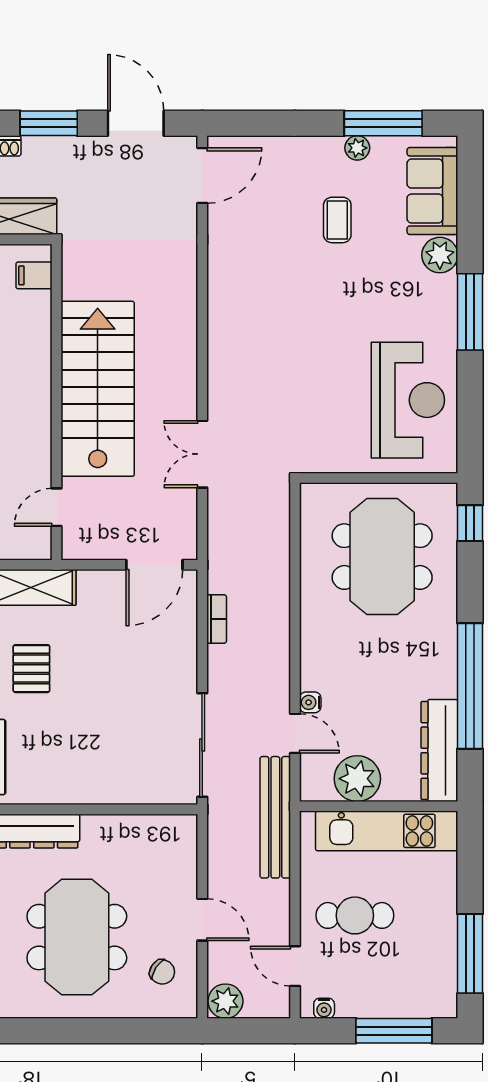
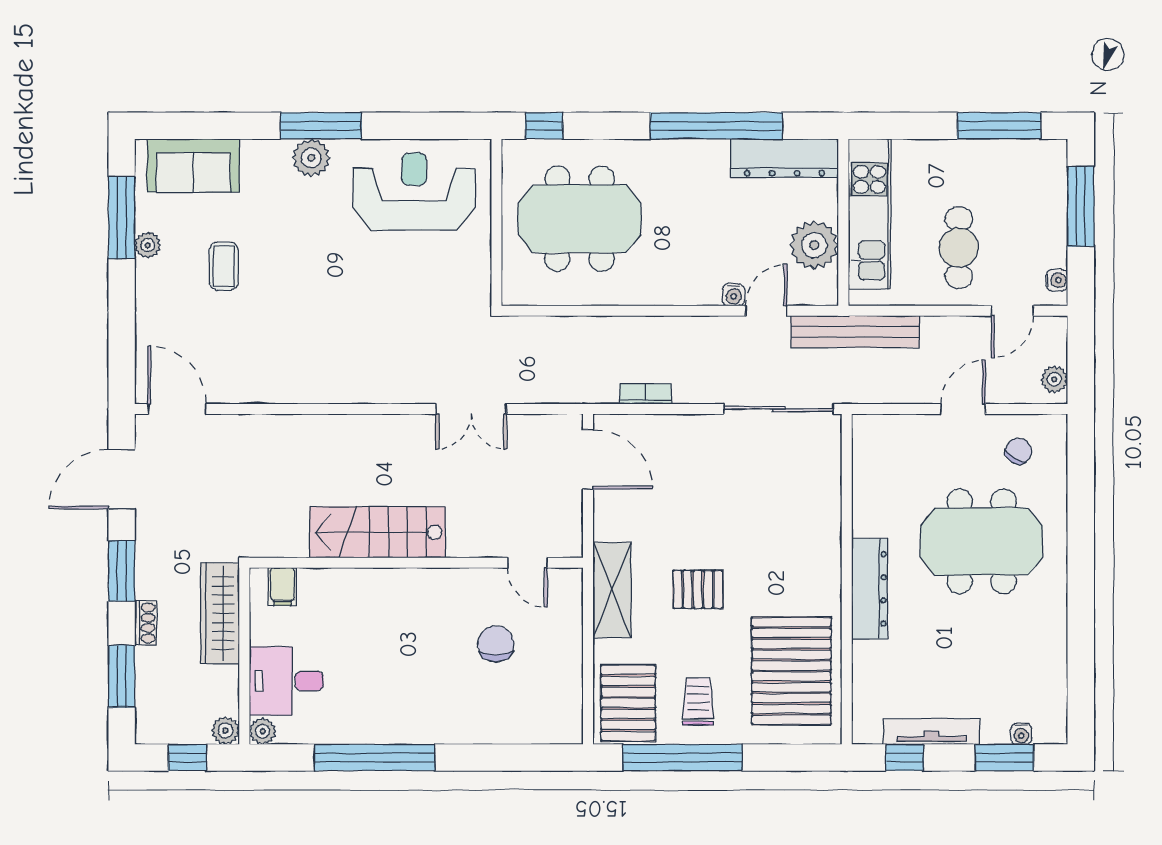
coffee table: (337, 220) -> (224, 266), turned 90
plant: (440, 255) -> (311, 158), moved
stairs: (98, 389) -> (378, 532), width x0.73, depth x0.66
plant: (225, 1001) -> (1054, 379), width x0.73, depth x0.73

